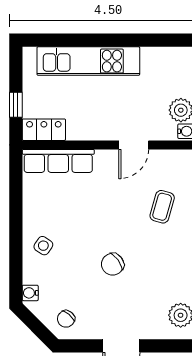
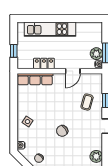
locker: (44, 130) -> (44, 63), moved

